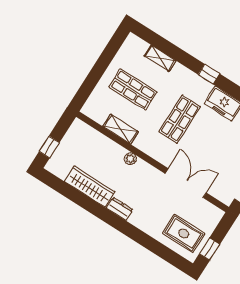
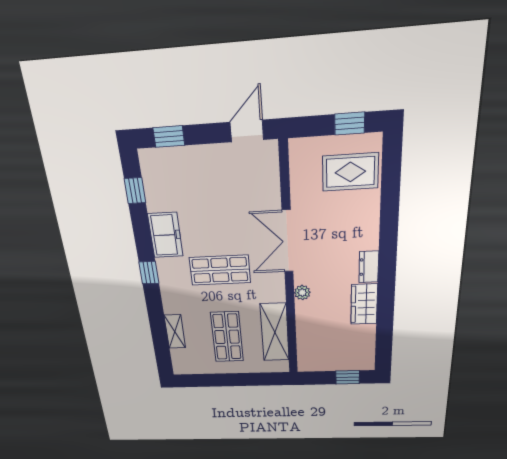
shelving: (121, 129) -> (275, 332), width x1.50, depth x1.33
double door: (186, 183) -> (288, 241), moved
wardrobe: (90, 187) -> (364, 304), width x0.67
rug: (184, 233) -> (350, 172), turned 90

